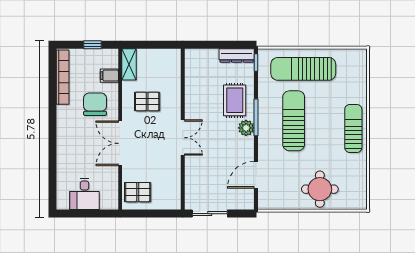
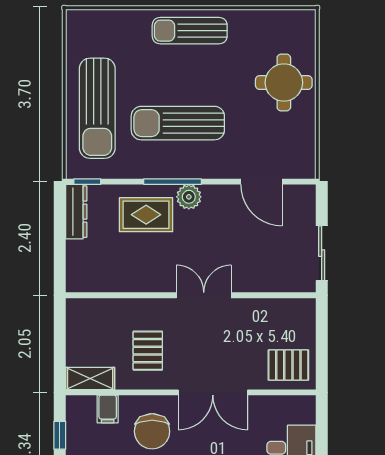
chair: (95, 104) -> (152, 431), turned -90
pallet: (138, 192) -> (288, 365), turned 90

